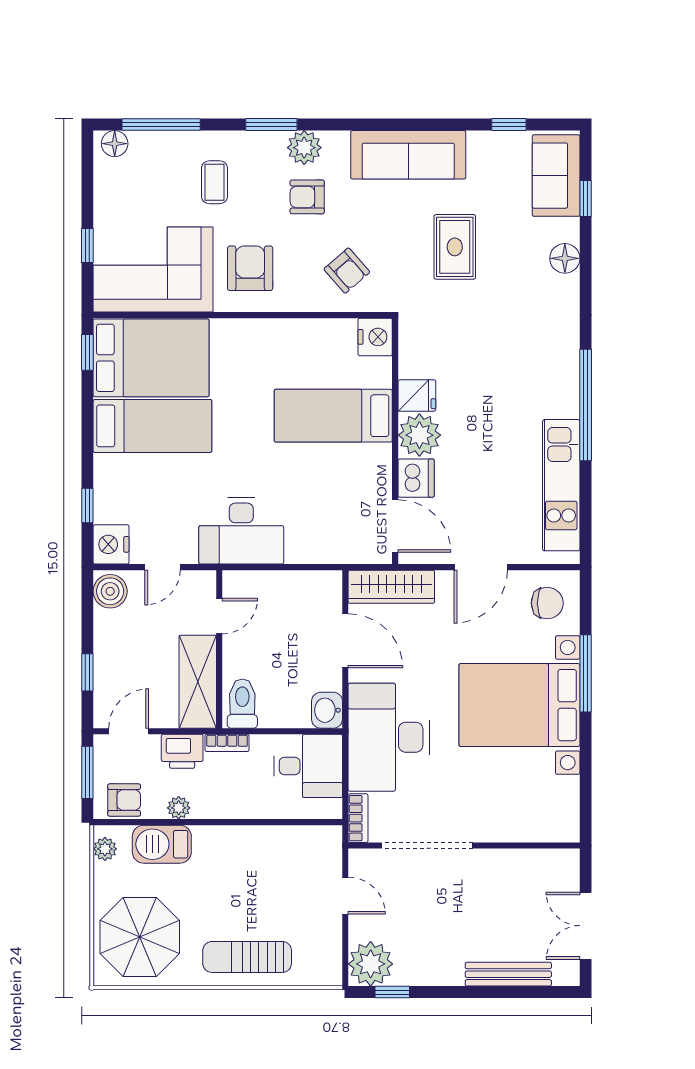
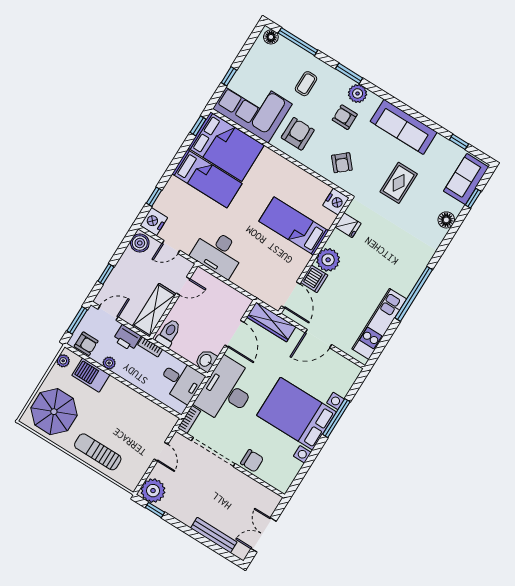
fridge: (417, 396) -> (348, 225), moved
chair: (547, 603) -> (252, 461), moved

